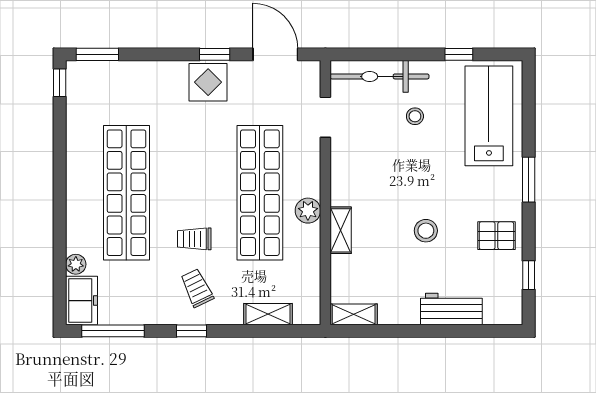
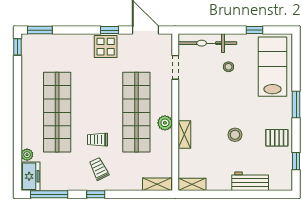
shelving: (268, 314) -> (157, 184), moved

